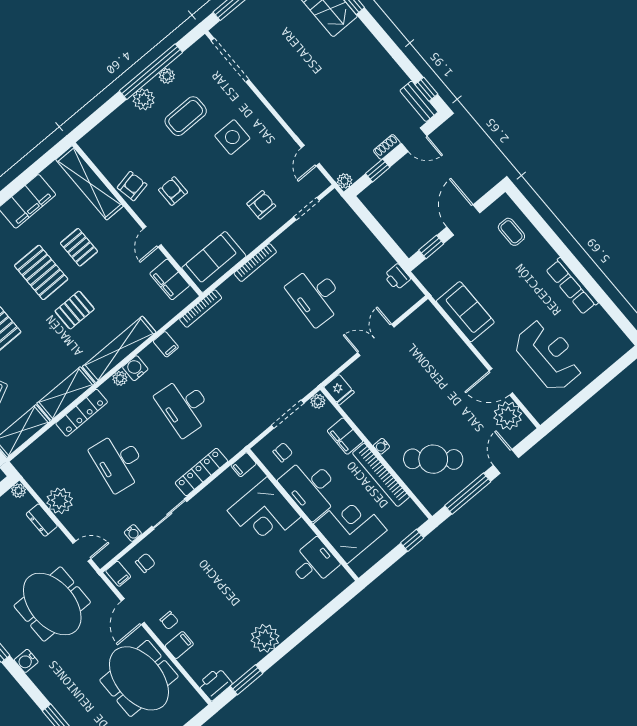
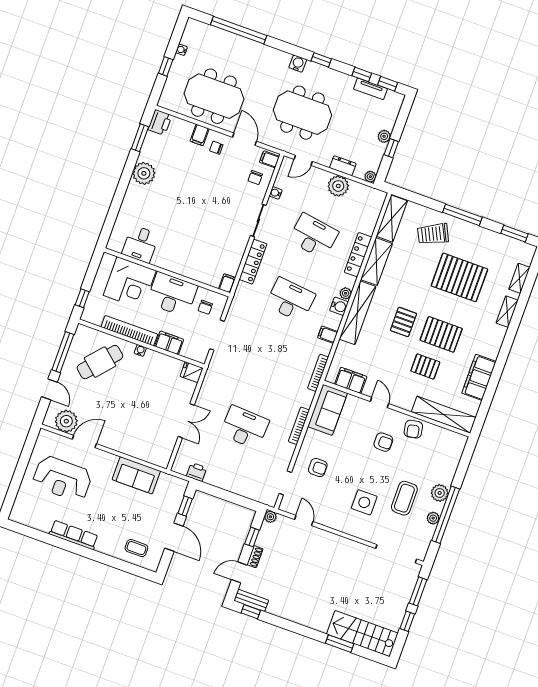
armchair: (261, 205) -> (318, 468), turned -90
plant: (318, 401) -> (201, 356), removed
corner desk: (264, 514) -> (194, 258), removed

